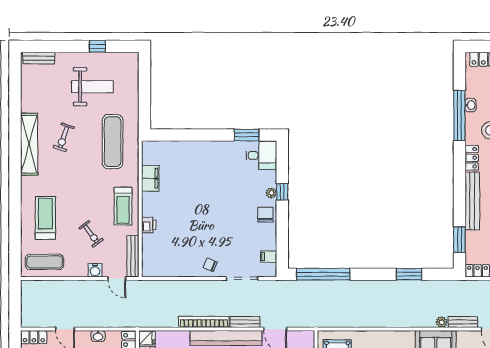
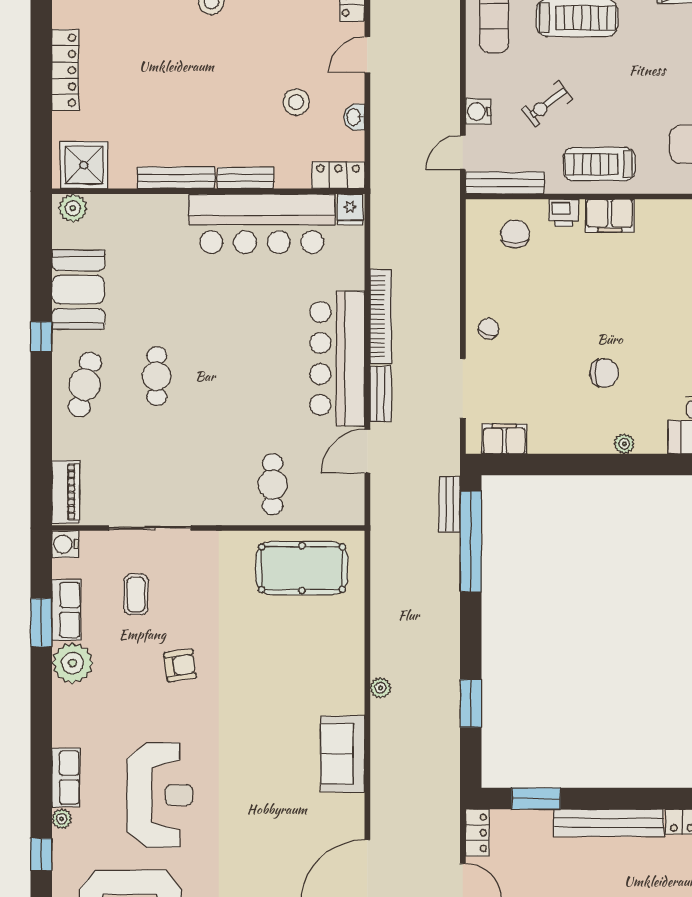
filing cabinet: (150, 178) -> (610, 216), moved
window: (282, 192) -> (626, 464), removed
chair: (265, 215) -> (604, 373), moved
chair: (160, 251) -> (515, 234), added
filing cabinet: (269, 257) -> (504, 439), width x2.00
plant: (442, 322) -> (380, 688), moved
bench: (463, 322) -> (450, 504), moved

